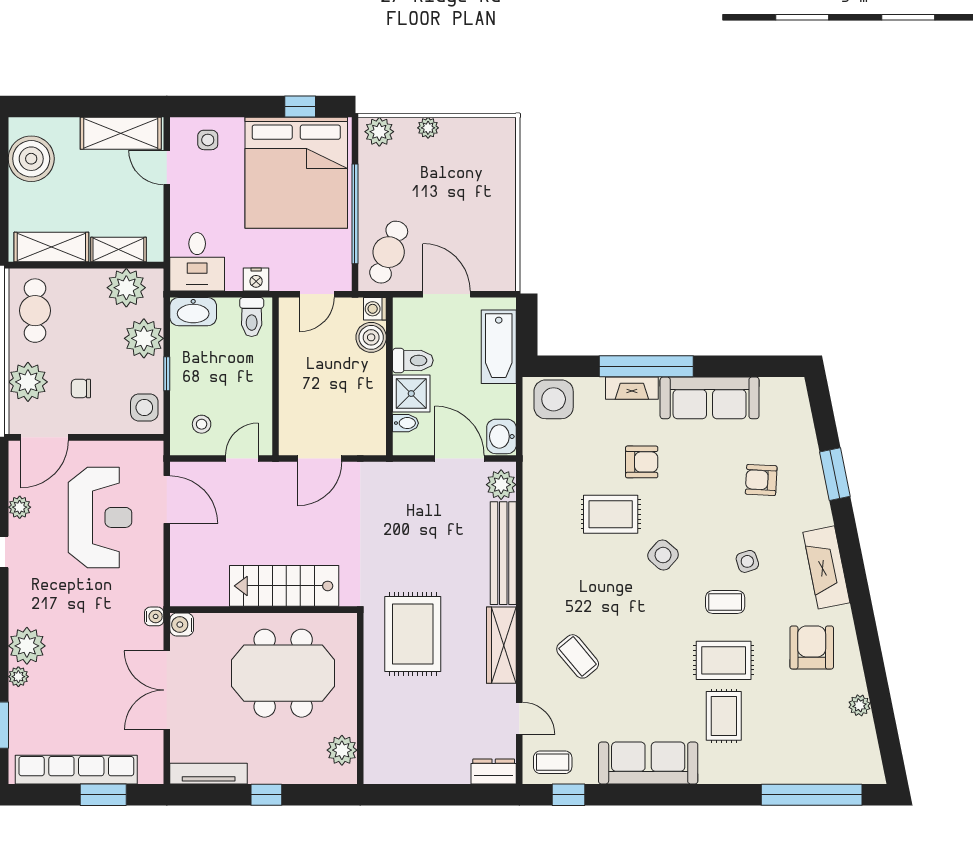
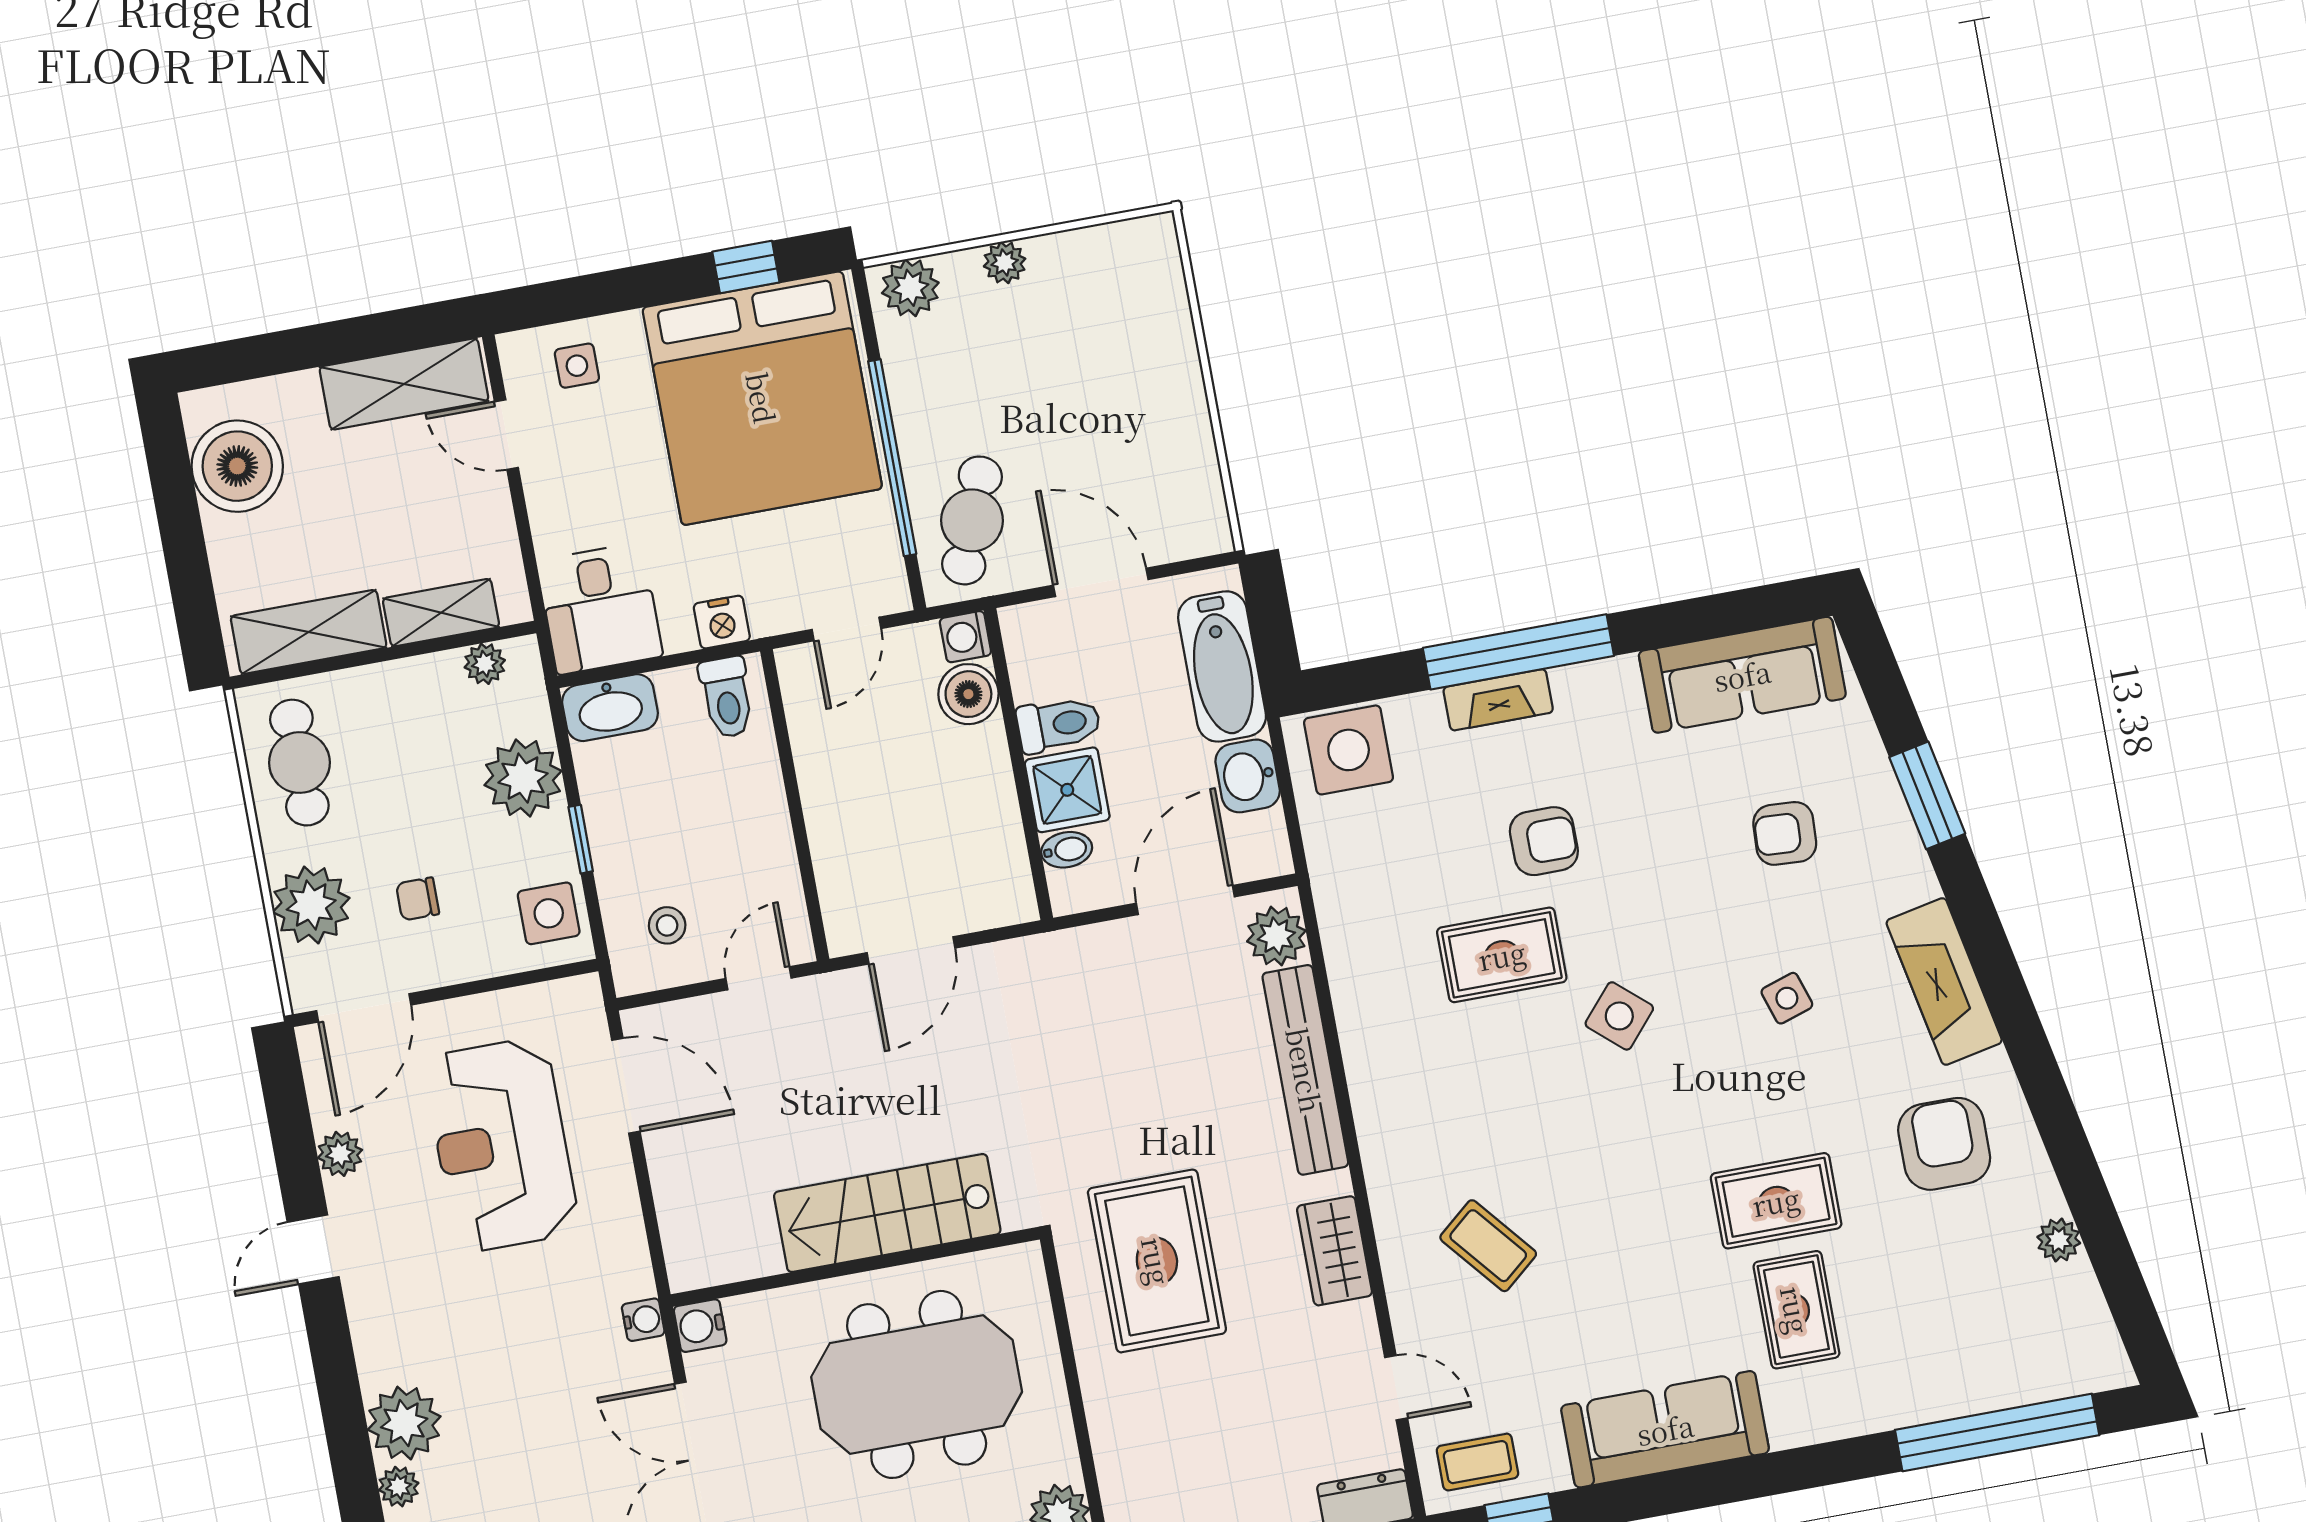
plant: (126, 288) -> (485, 664), width x0.53, depth x0.53
sofa: (710, 398) -> (1742, 675), moved
washbasin: (501, 436) -> (1248, 776), moved
door: (460, 459) -> (1185, 900), hinge flipped
reception desk: (100, 517) -> (501, 1145), turned 180
coffee table: (725, 602) -> (1758, 1086), removed
wardrobe: (501, 645) -> (1335, 1251), width x0.67

